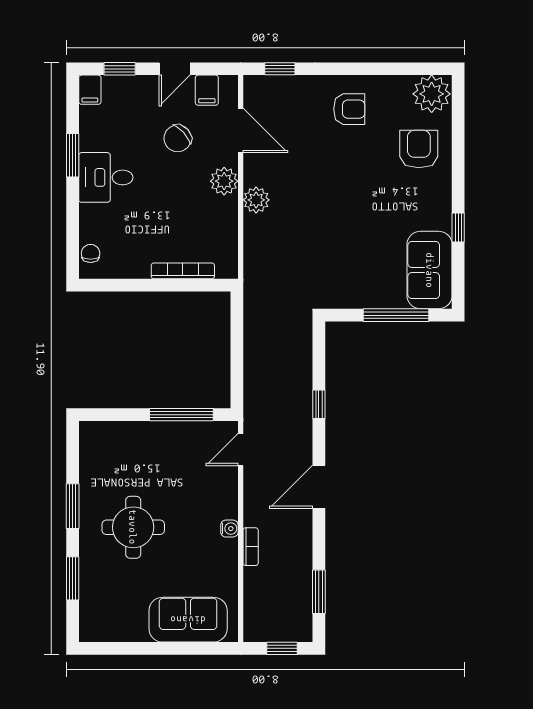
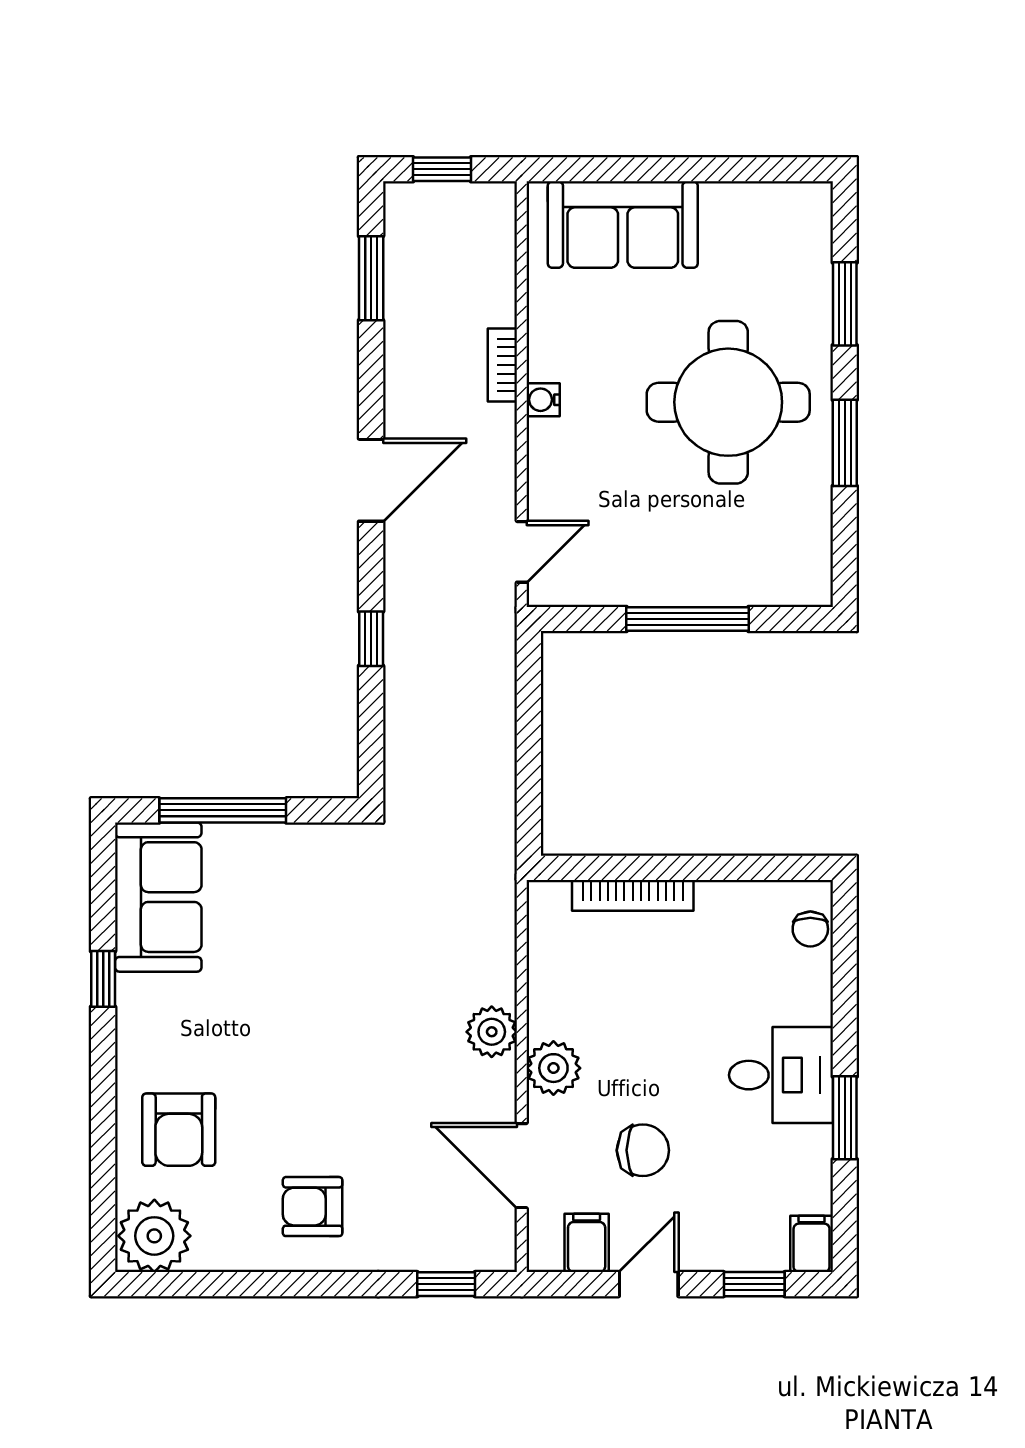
chair: (178, 138) -> (643, 1150), turned 42
window: (181, 415) -> (687, 619), moved
round table: (133, 527) -> (728, 402), width x1.36, depth x1.36

